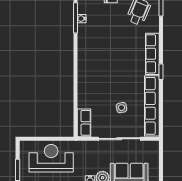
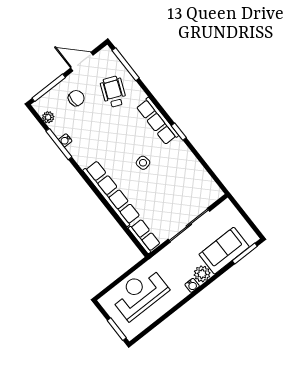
row of seats: (152, 106) -> (111, 193), moved, turned 180
side table: (122, 108) -> (143, 163), moved

